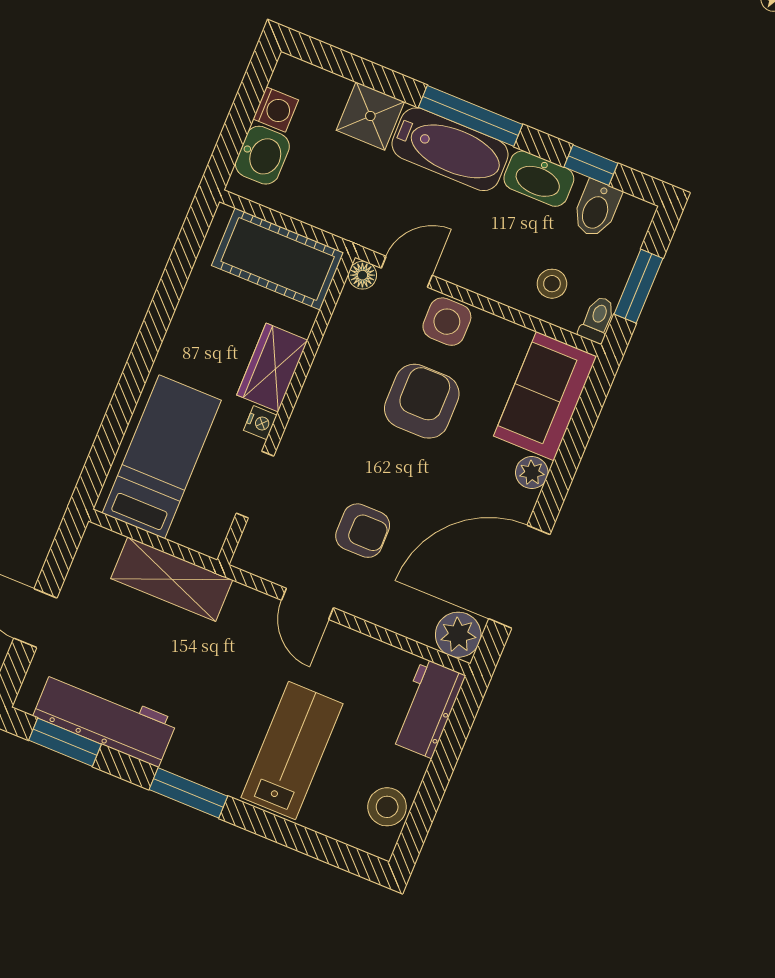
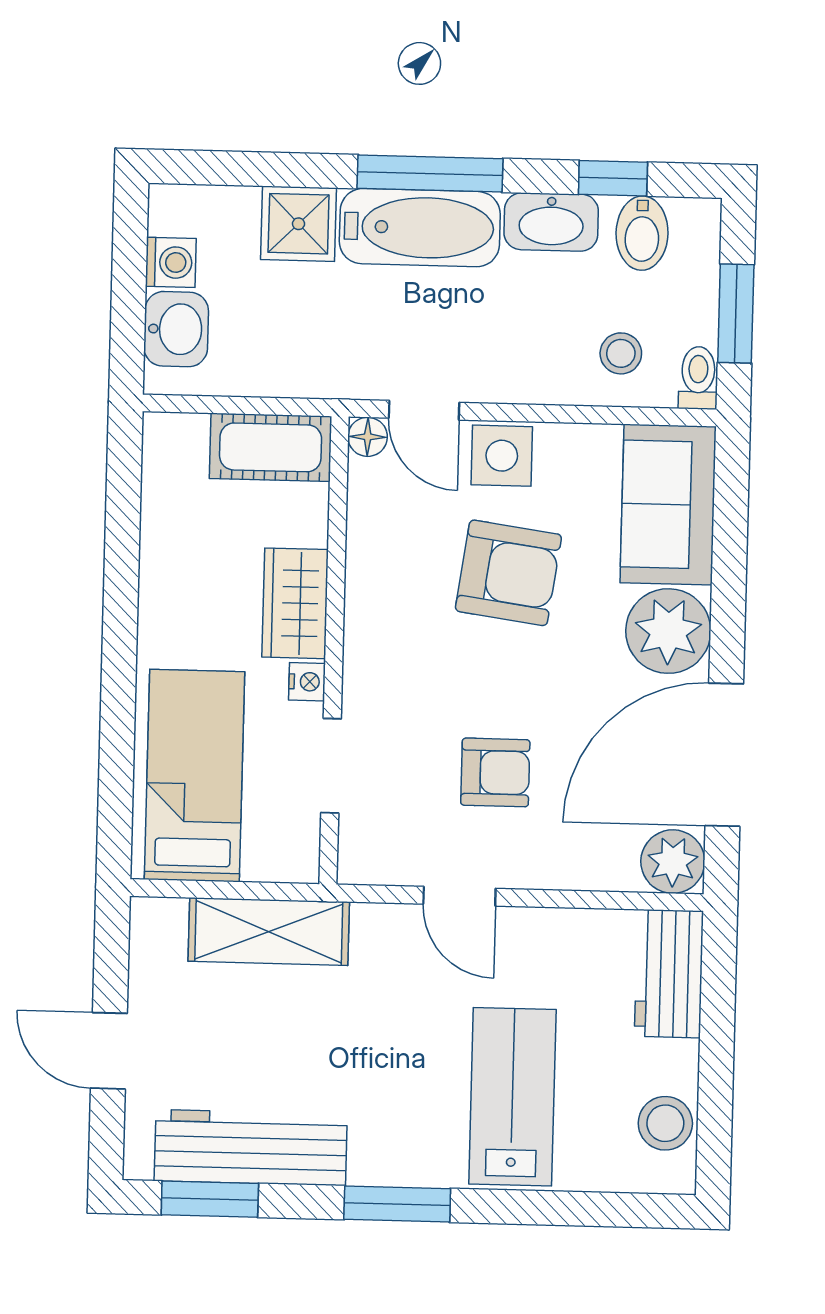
cot: (278, 259) -> (271, 447), width x0.73, depth x0.75
door: (407, 272) -> (424, 410), swing flipped
armchair: (422, 401) -> (508, 573), turned 98
plant: (532, 473) -> (668, 631), width x1.87, depth x1.87

